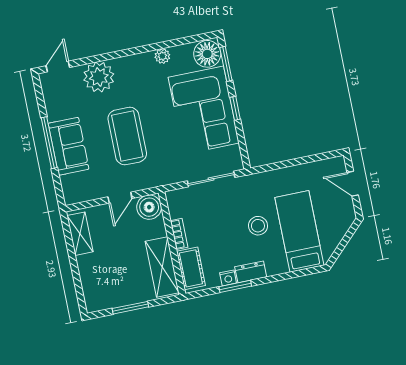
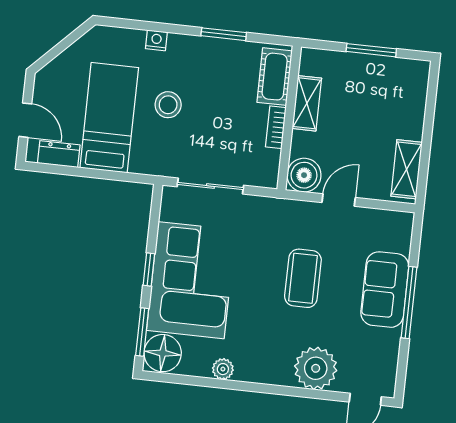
coffee table: (127, 136) -> (303, 278), width x0.73, depth x0.76
bed: (299, 231) -> (109, 118), moved, turned 180
shelving: (162, 267) -> (307, 103), width x0.67, depth x0.75
dresser: (251, 272) -> (59, 154), moved, turned 180
nightstand: (228, 278) -> (156, 40), moved

